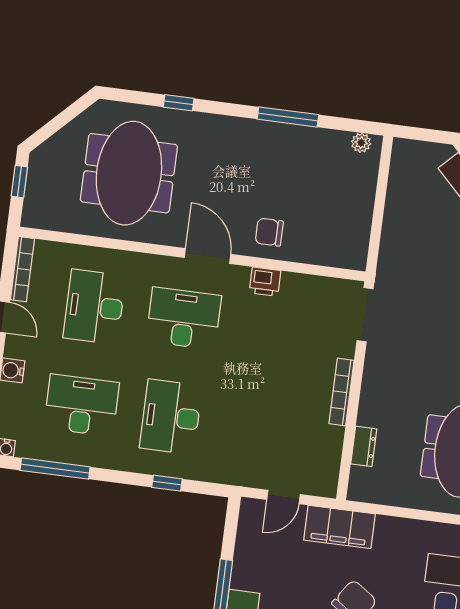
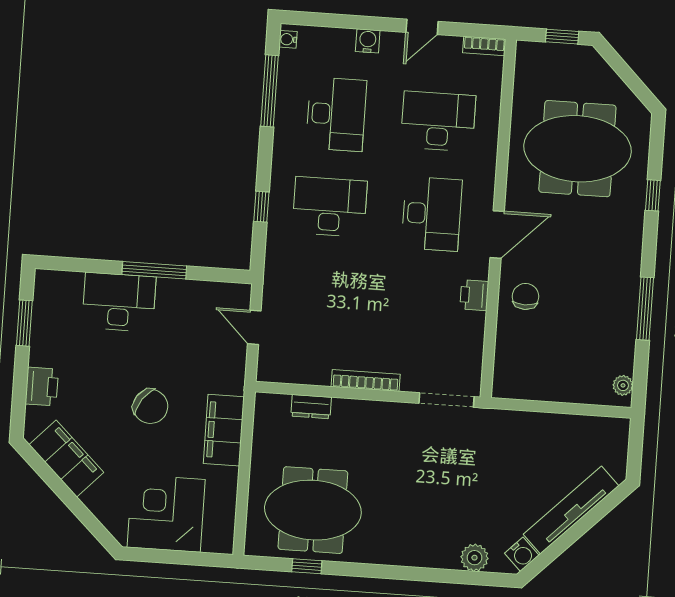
bookcase: (22, 269) -> (484, 46), width x0.64
filing cabinet: (340, 527) -> (224, 430), moved

